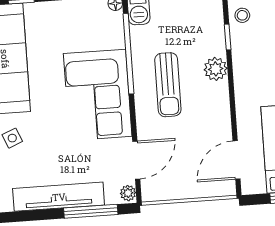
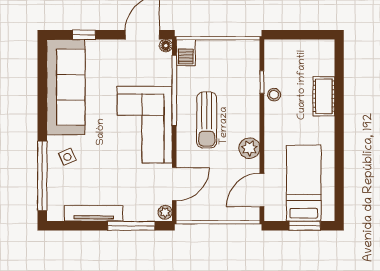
stool: (242, 15) -> (274, 95), moved
plant: (216, 69) -> (249, 148), moved
tv unit: (59, 197) -> (94, 213), width x0.73, depth x0.78

